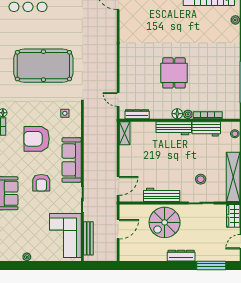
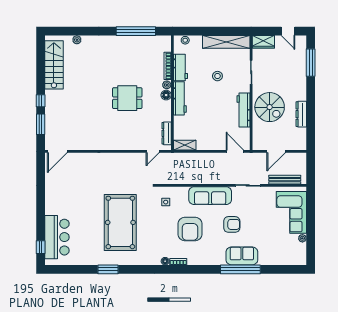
stool: (201, 179) -> (217, 76), moved
door: (118, 229) -> (276, 151), swing flipped
corner sofa: (65, 236) -> (291, 212), moved, turned 90
dresser: (181, 256) -> (301, 114), moved

